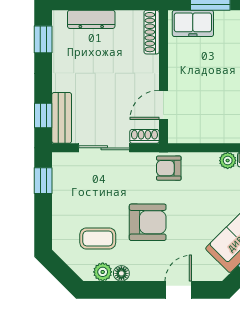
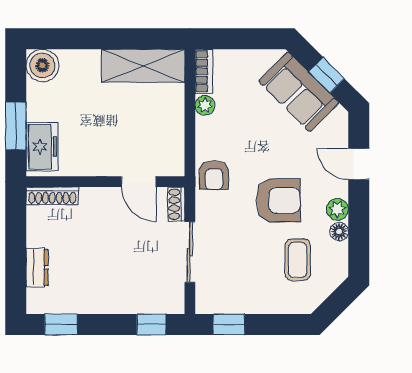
dresser: (91, 19) -> (37, 267), width x0.70
bench: (62, 118) -> (154, 303), removed
armchair: (148, 222) -> (278, 200), turned 90
plant: (103, 272) -> (337, 209), moved

